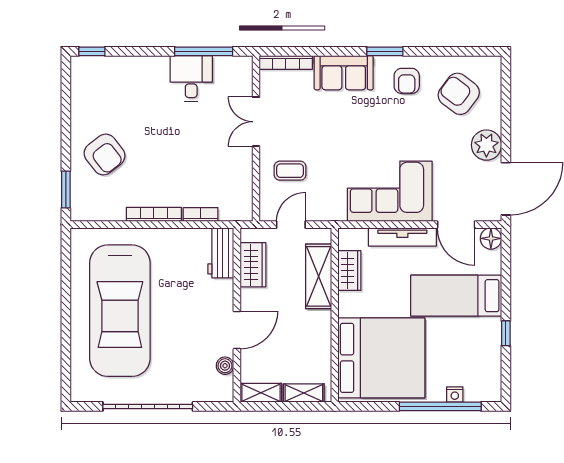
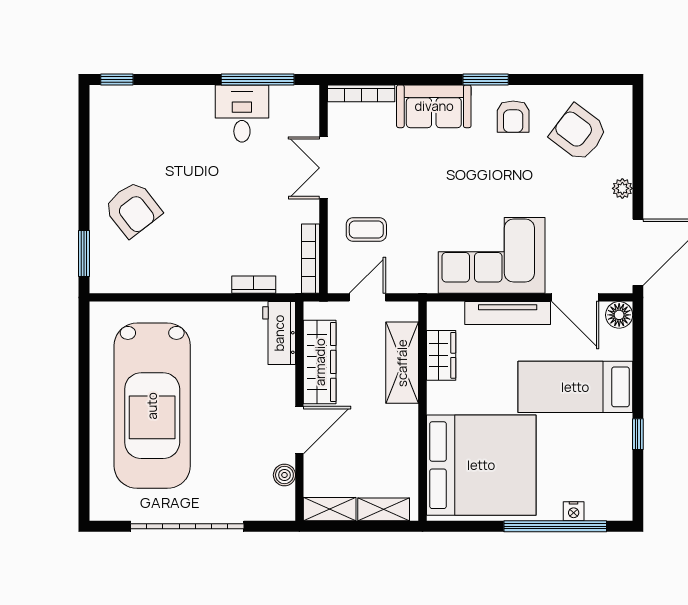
plant: (486, 145) -> (622, 188), width x0.53, depth x0.53
bookcase: (154, 214) -> (311, 259), moved, turned -90
wardrobe: (253, 265) -> (320, 362), width x1.50

